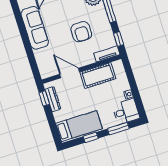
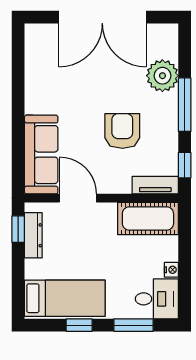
sofa: (35, 28) -> (41, 155), moved
armchair: (81, 32) -> (122, 131), turned 180
cot: (98, 75) -> (148, 219), moved

